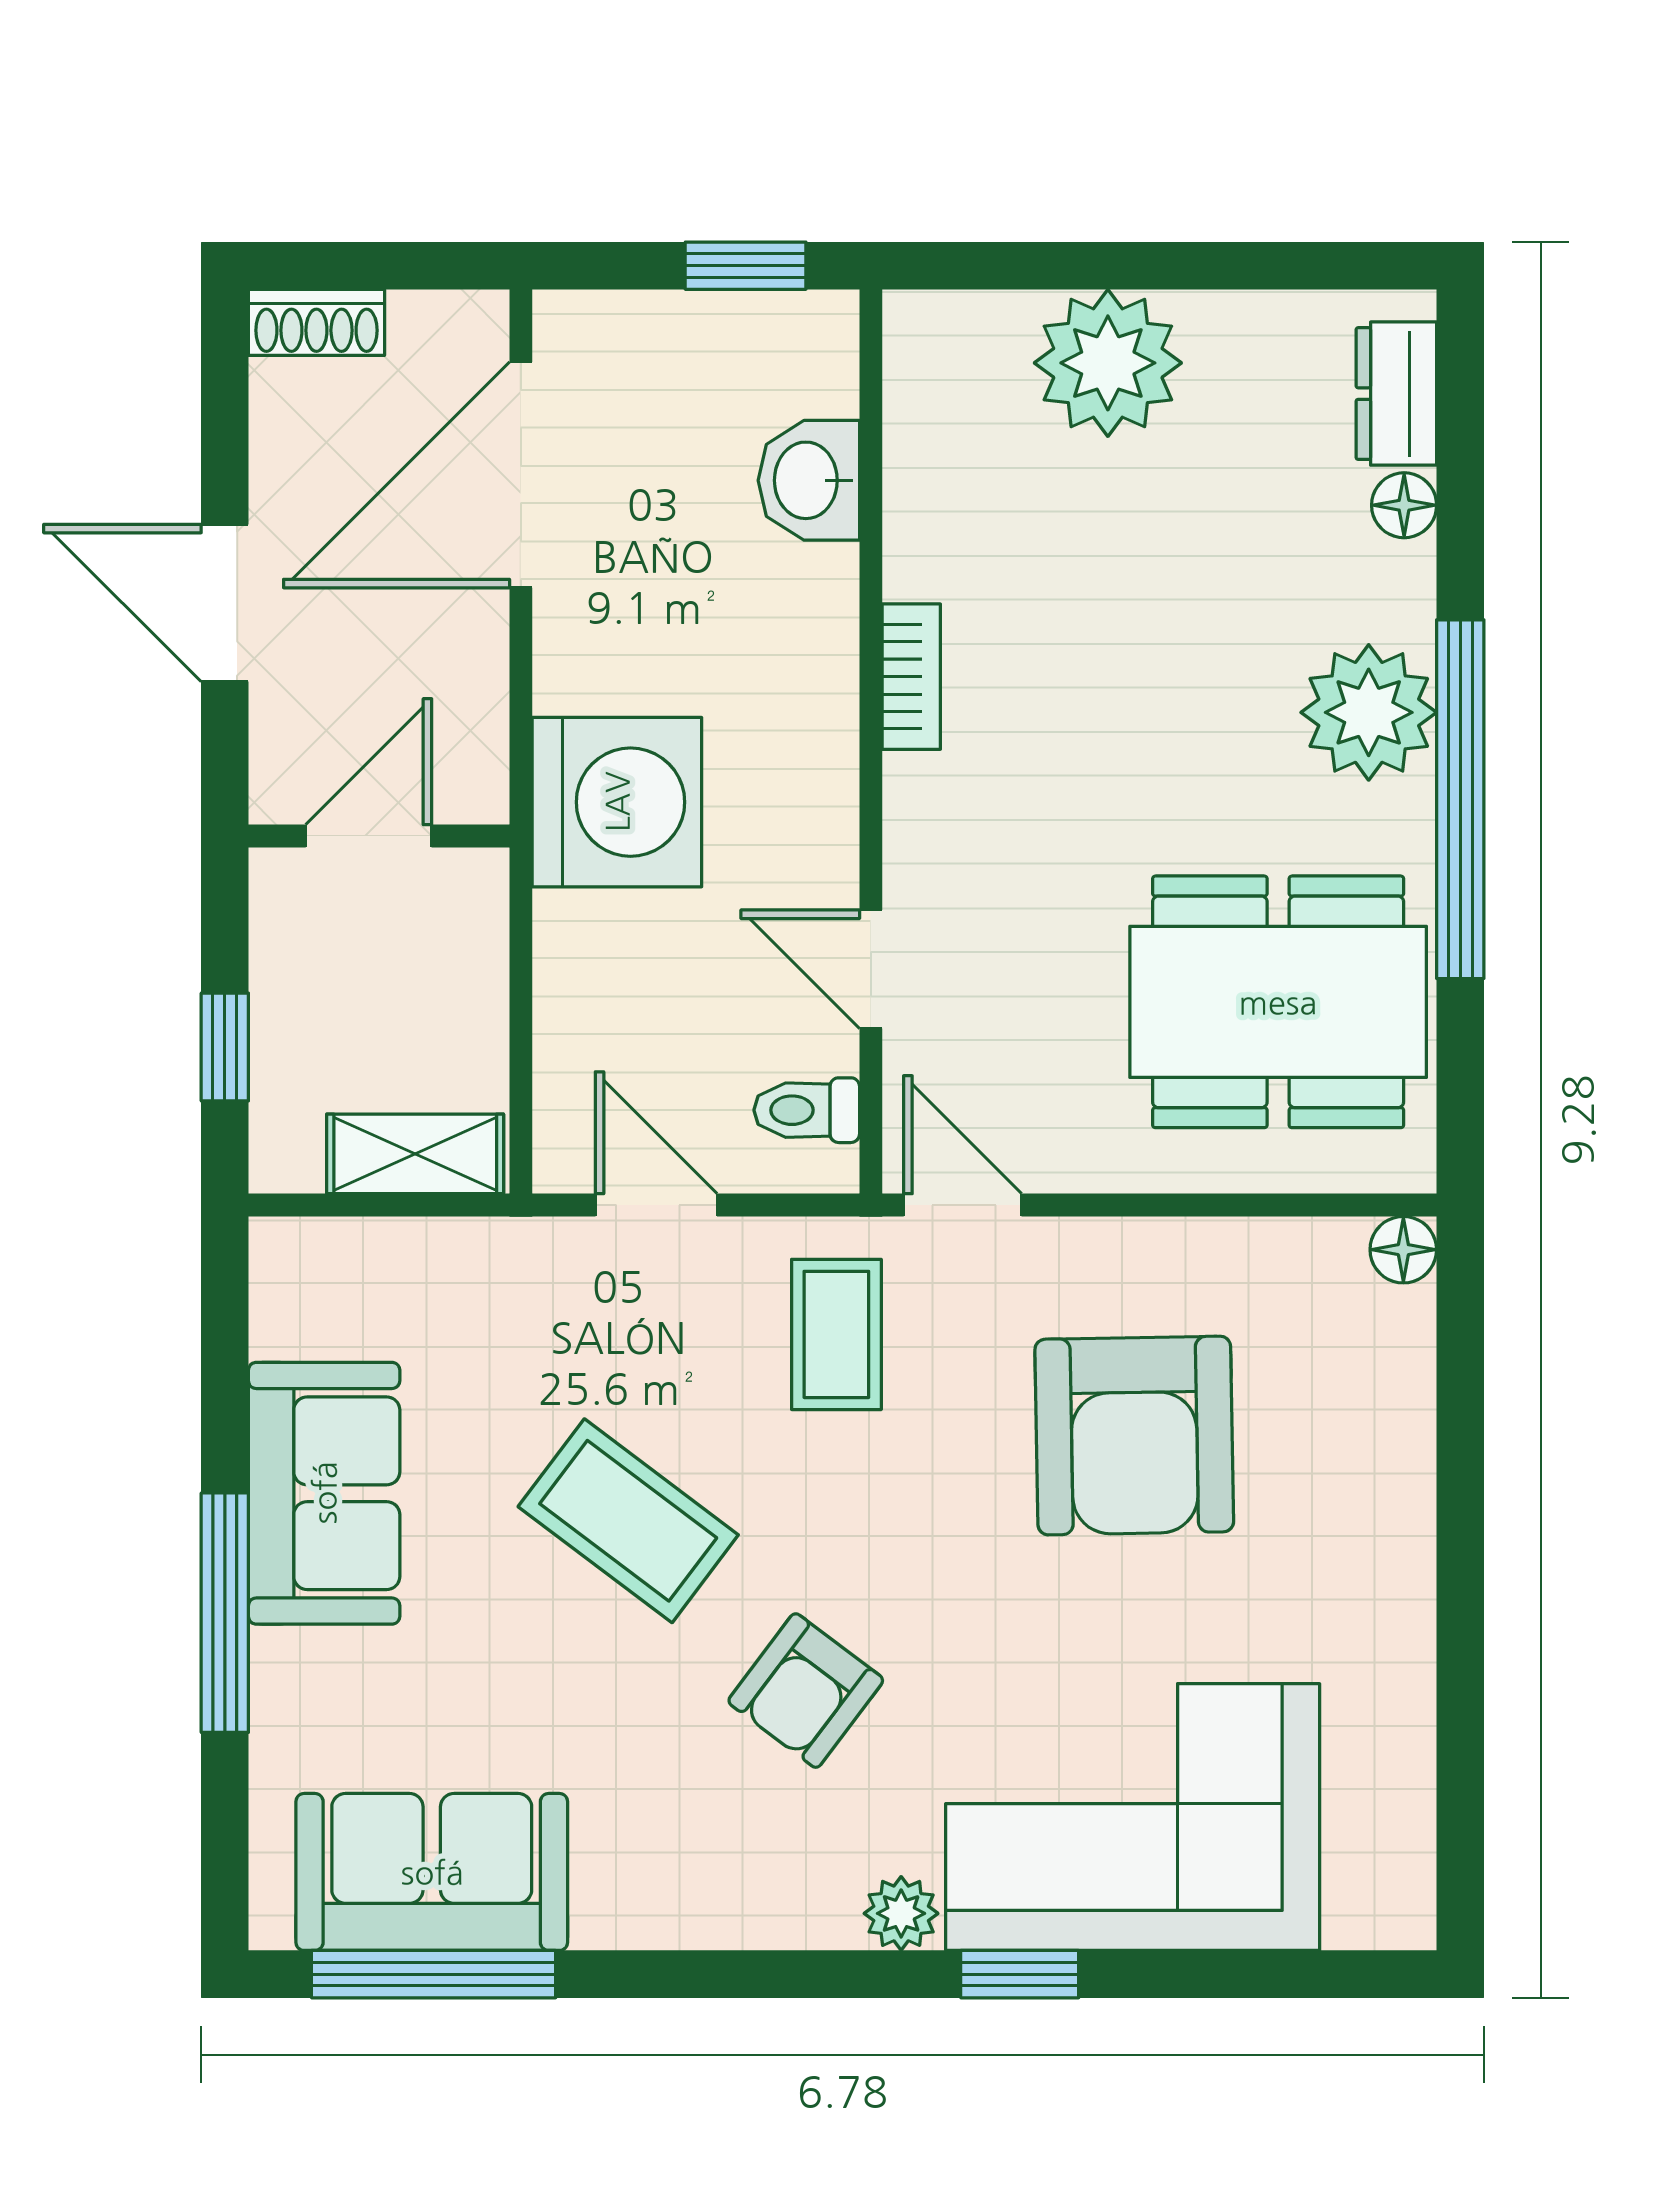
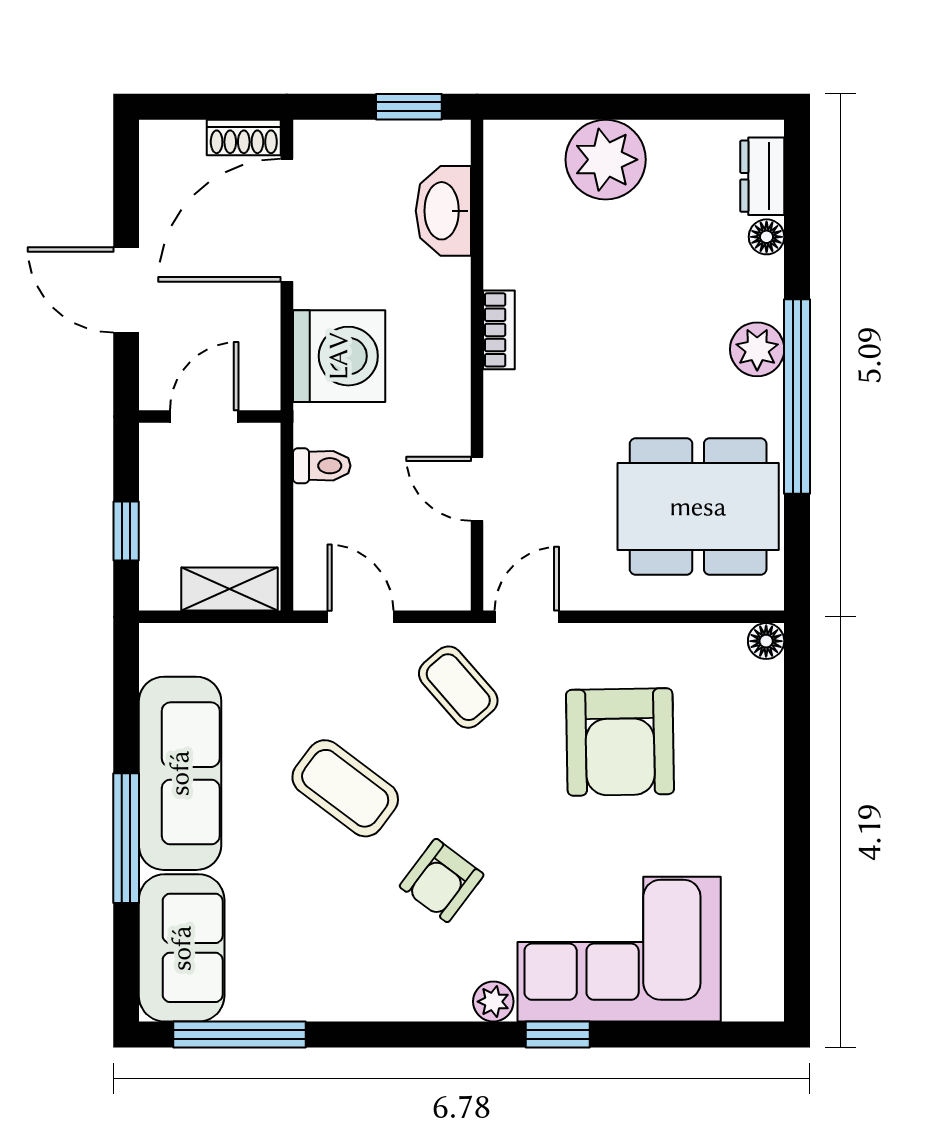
shoe rack: (316, 322) -> (244, 138), moved
washbasin: (809, 480) -> (443, 211), width x1.38
plant: (1369, 712) -> (757, 349), width x0.73, depth x0.73
washing machine: (617, 802) -> (339, 356), moved
toilet: (807, 1110) -> (322, 466), moved, turned 180
door: (963, 1205) -> (527, 617), hinge flipped
coffee table: (836, 1334) -> (458, 687), turned -41
sofa: (324, 1493) -> (180, 773), width x1.36
sofa: (432, 1872) -> (182, 948), moved, turned 90

